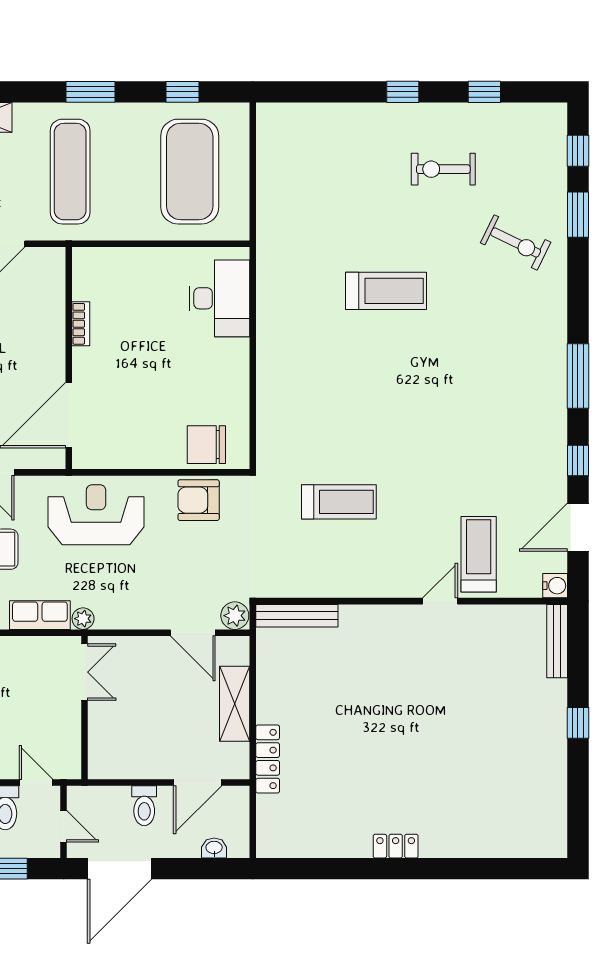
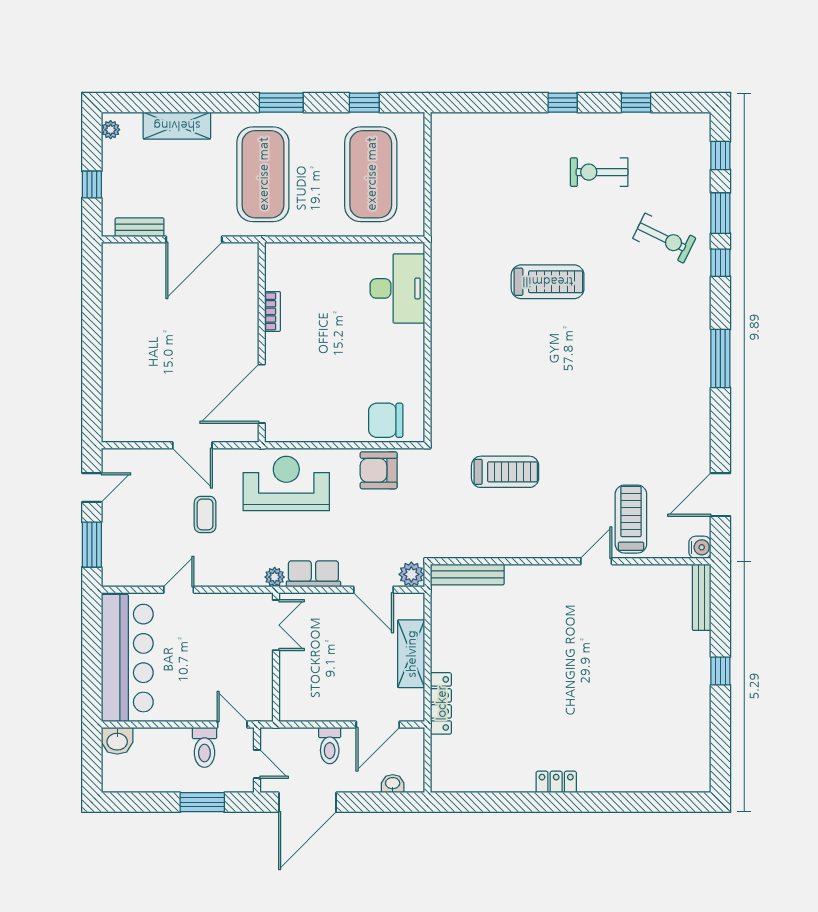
exercise mat: (70, 172) -> (263, 174), width x1.47
window: (578, 461) -> (720, 263), moved
row of seats: (40, 615) -> (313, 574), moved

